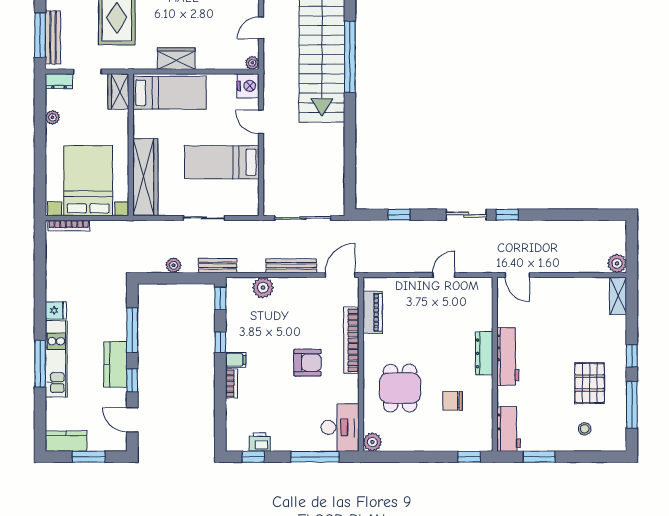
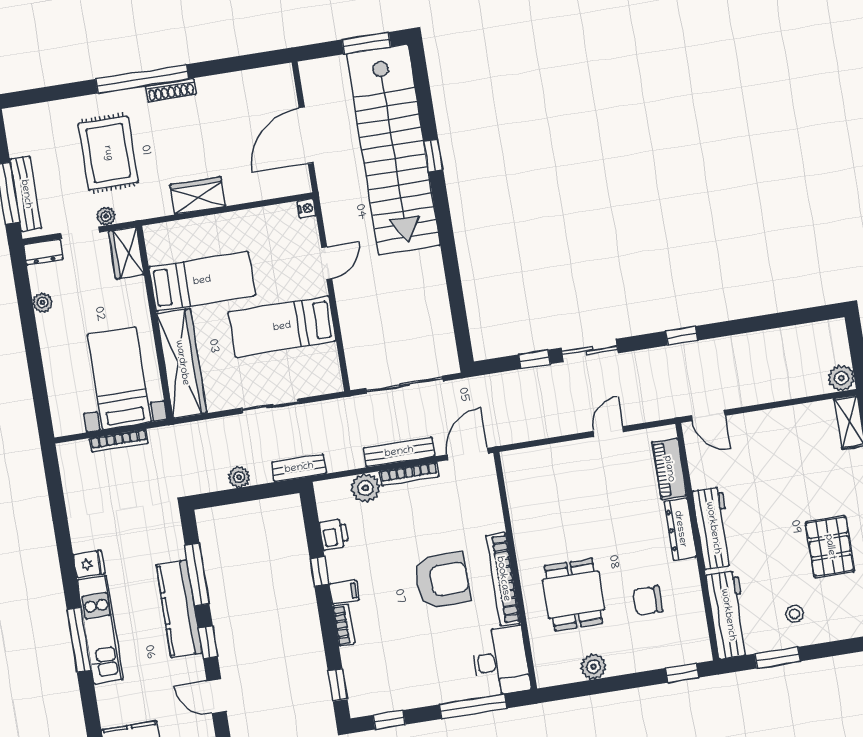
door: (261, 28) -> (306, 136), width x1.88
window: (350, 57) -> (433, 156), width x0.32
plant: (252, 63) -> (106, 216), moved
nightstand: (248, 86) -> (307, 208), width x0.53, depth x0.56
bed: (169, 93) -> (202, 281), moved
door: (261, 122) -> (327, 263), swing flipped
bed with nightstands: (88, 181) -> (119, 378), width x0.73
sliding door: (466, 215) -> (590, 350), moved
bookcase: (69, 225) -> (119, 441), moved
bookcase: (296, 283) -> (409, 474), added
window: (220, 298) -> (338, 685), moved
piano: (373, 312) -> (669, 469), moved, turned 180
bookcase: (351, 340) -> (503, 579), moved
armchair: (307, 363) -> (442, 580), width x1.36, depth x1.36
kitchen counter: (115, 364) -> (179, 609), width x1.50
workbench: (509, 429) -> (728, 615), width x1.38
stool: (585, 429) -> (795, 614), moved
printer: (260, 442) -> (334, 534), moved, turned 90
plant: (372, 442) -> (593, 667), moved

